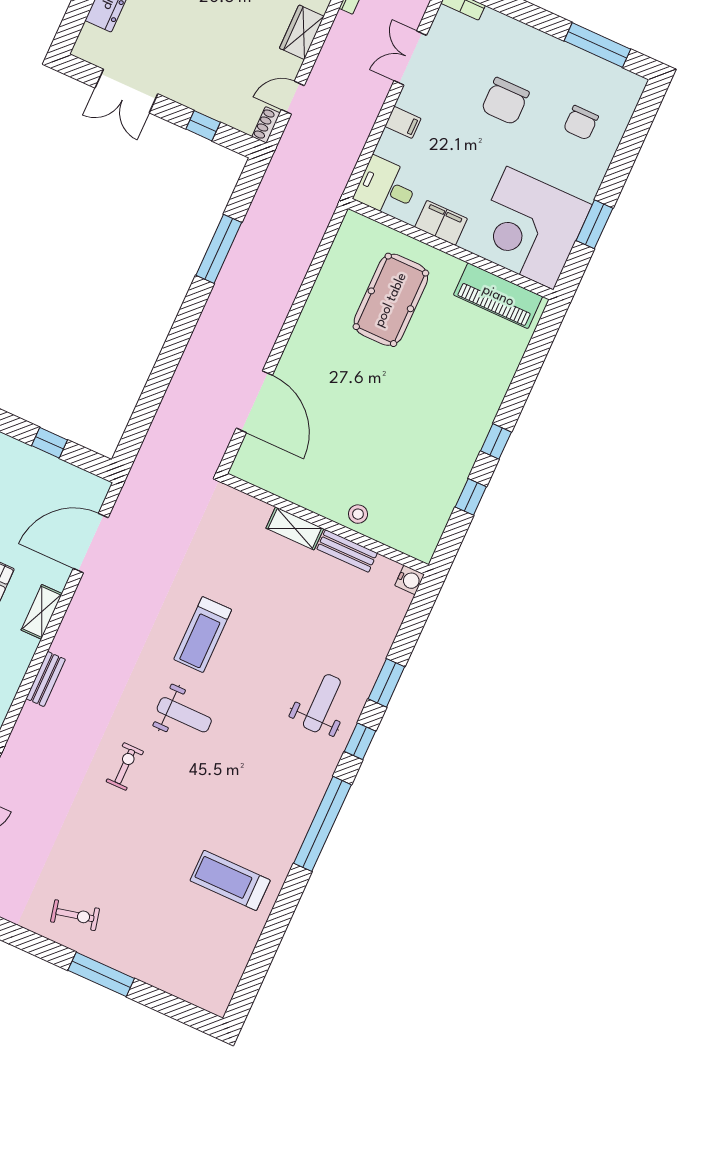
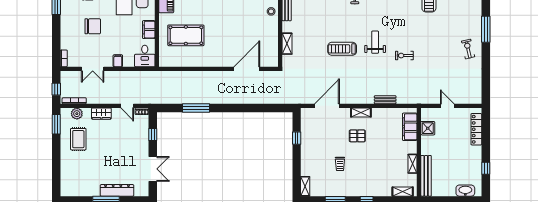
shelving: (295, 528) -> (287, 44), moved
door: (91, 543) -> (327, 106), swing flipped
treadmill: (203, 635) -> (342, 49), turned 180

